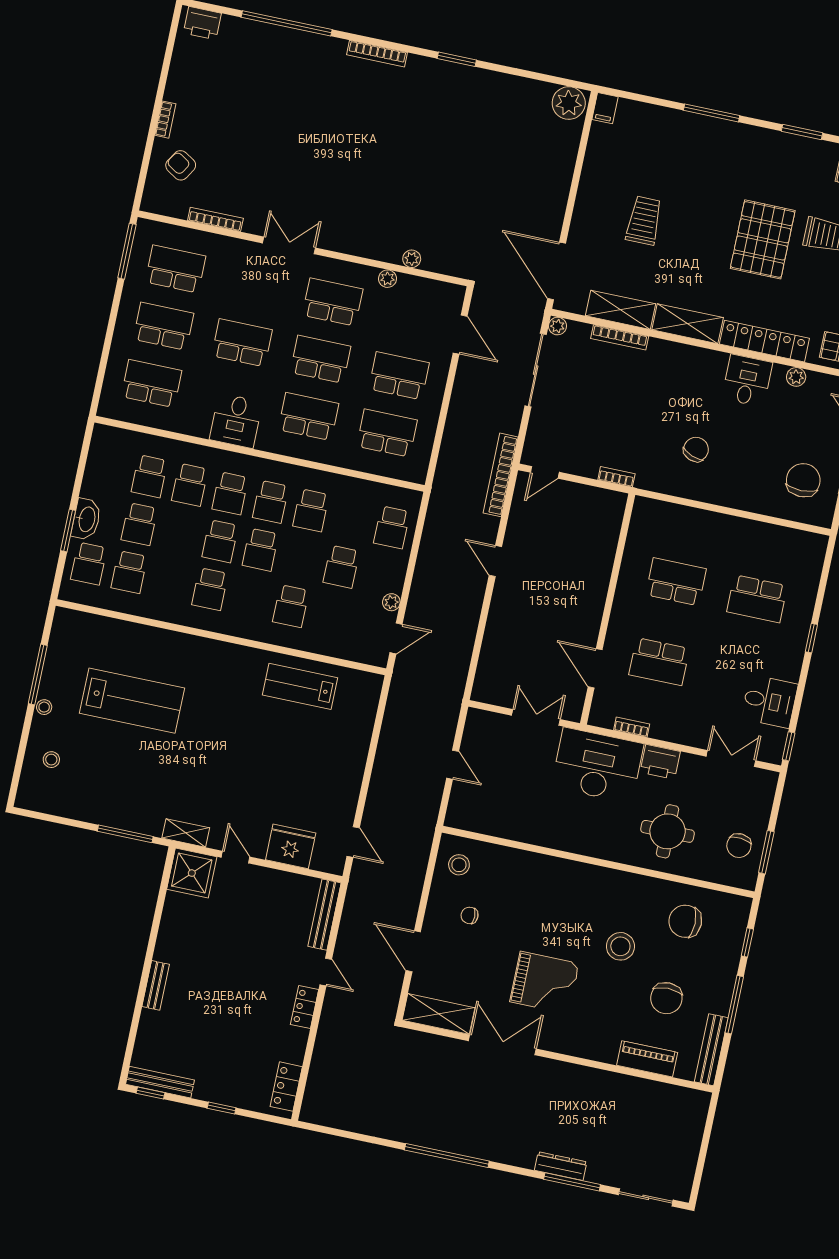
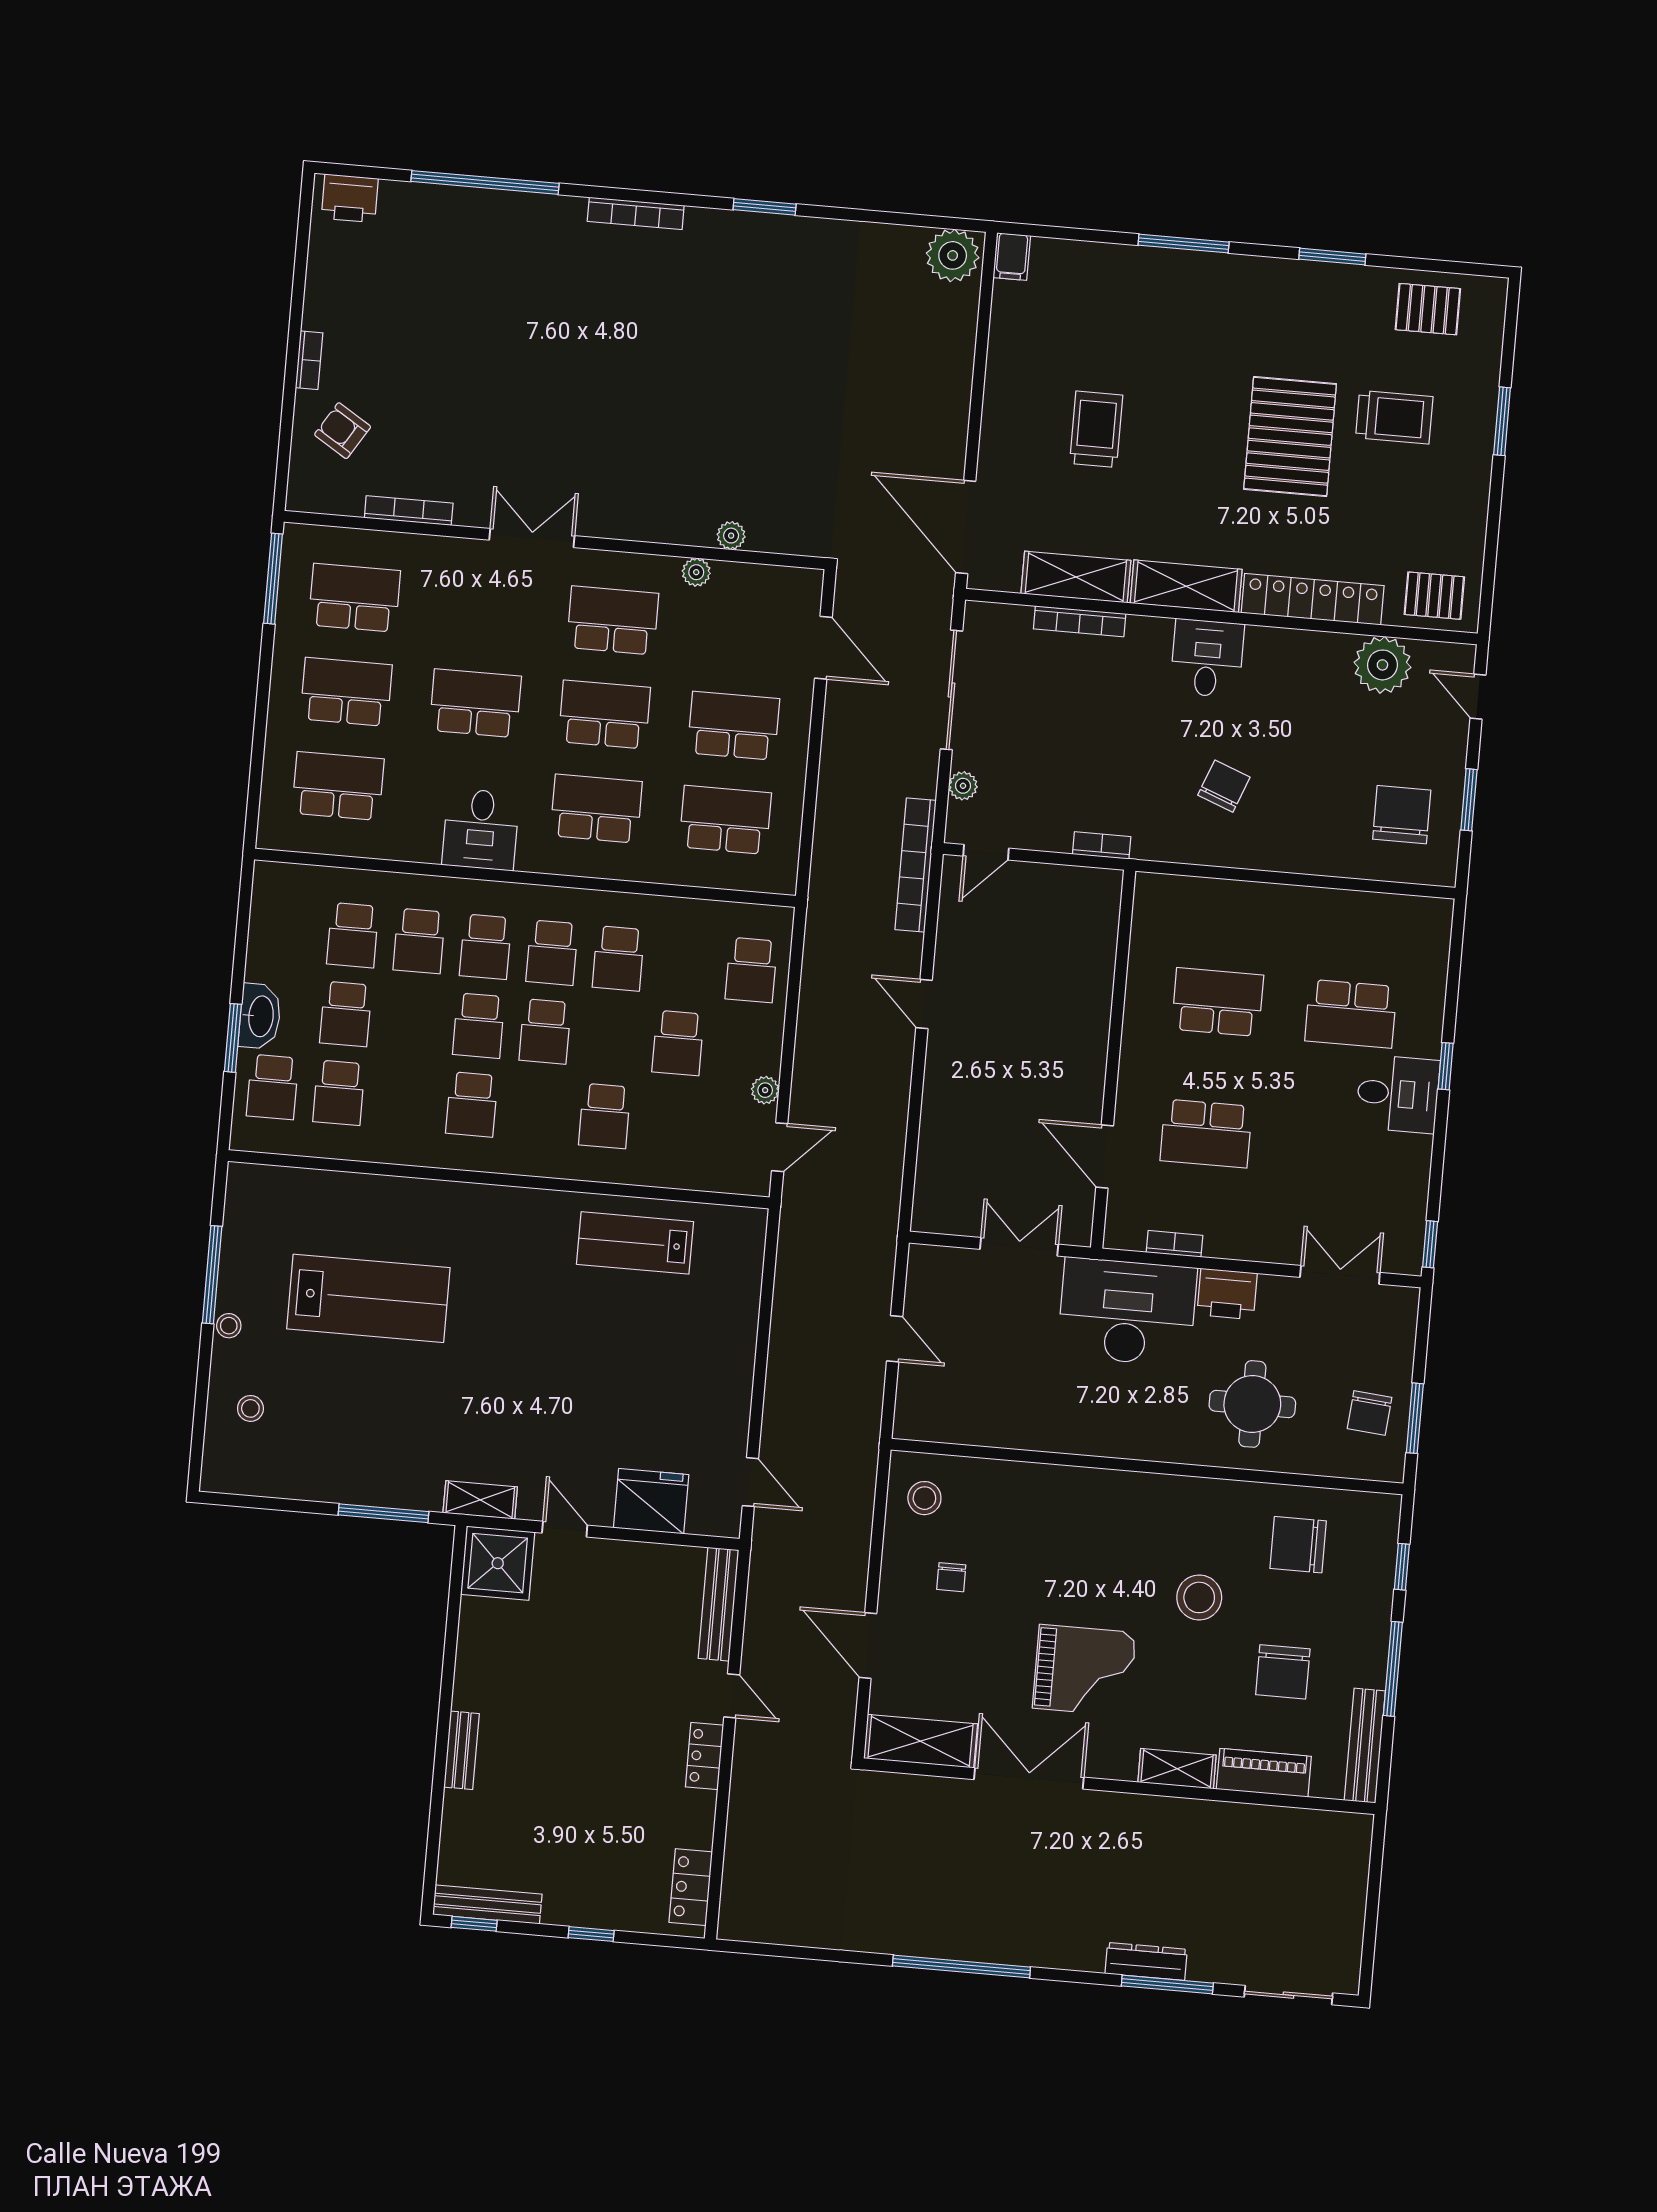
plant: (558, 326) -> (963, 786), moved
plant: (796, 377) -> (1382, 665), width x1.87, depth x1.87
desk: (747, 381) -> (1207, 658), moved
desk: (769, 701) -> (1398, 1094), moved
chair: (470, 915) -> (951, 1577), turned -90
shelving: (594, 1050) -> (1177, 1769), added

